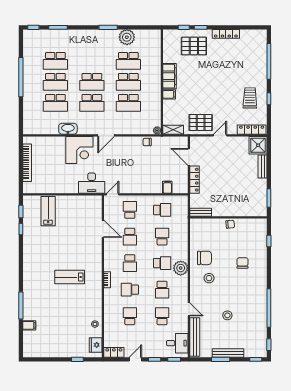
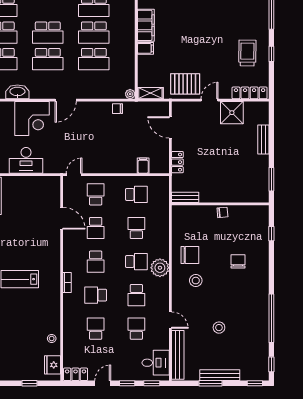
shower: (258, 145) -> (232, 113), moved
locker: (194, 180) -> (177, 162), width x0.66
desk: (92, 183) -> (26, 160), moved

